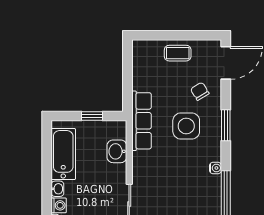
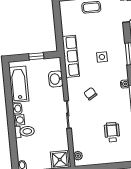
chair: (200, 91) -> (90, 94), moved
side table: (186, 126) -> (102, 57), width x0.54, depth x0.54

